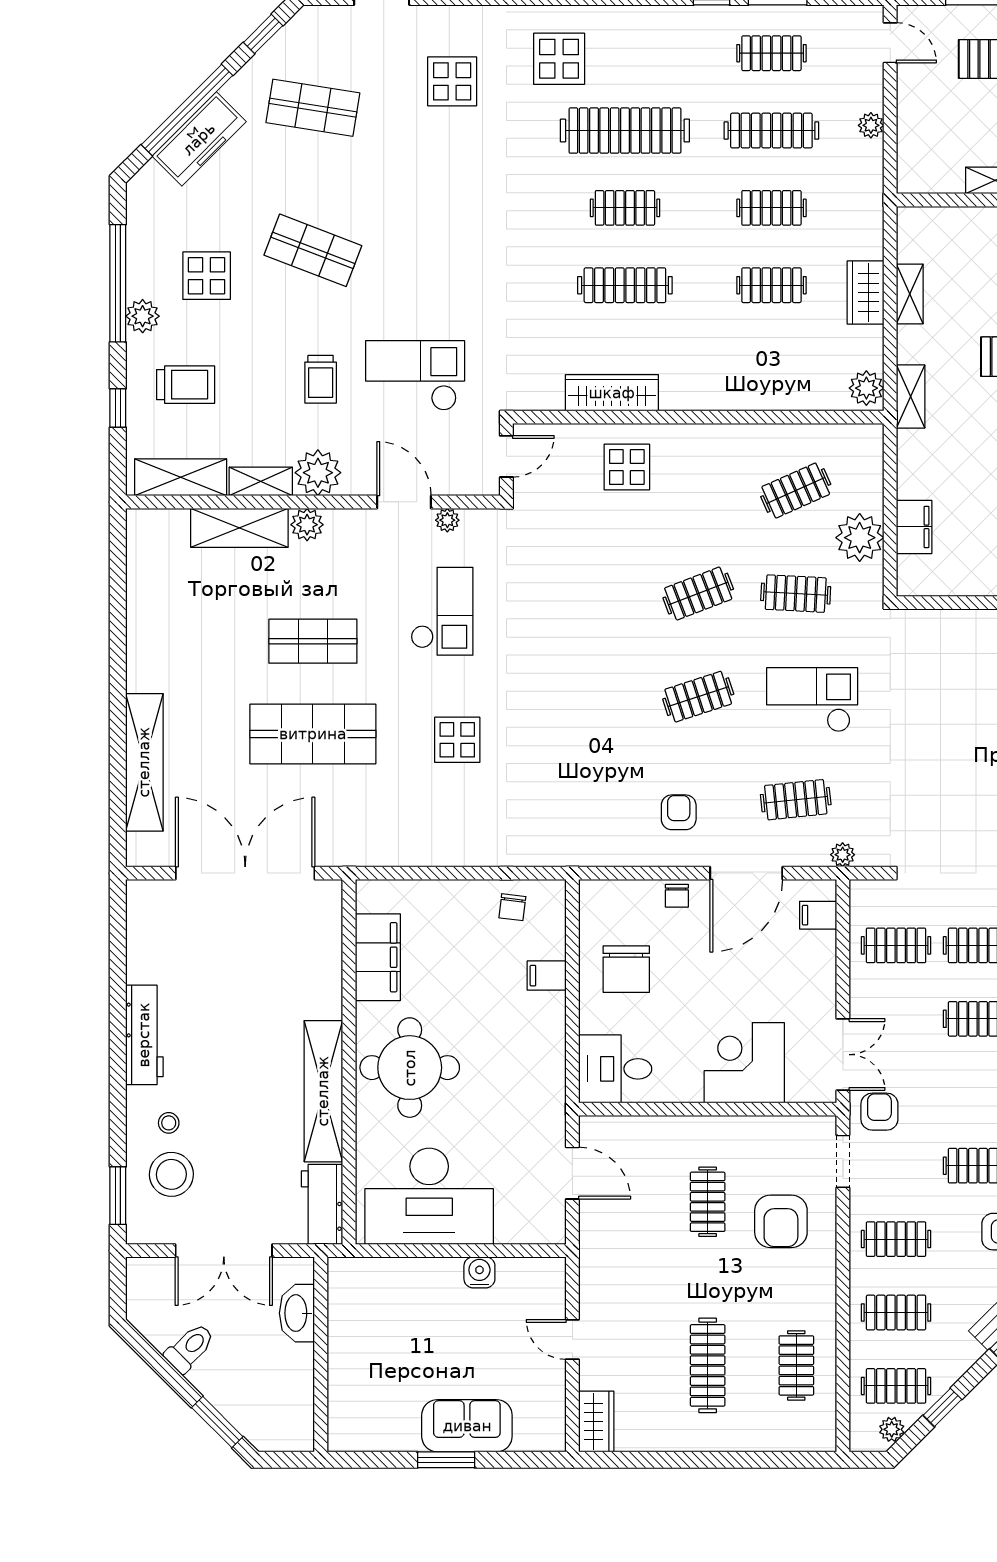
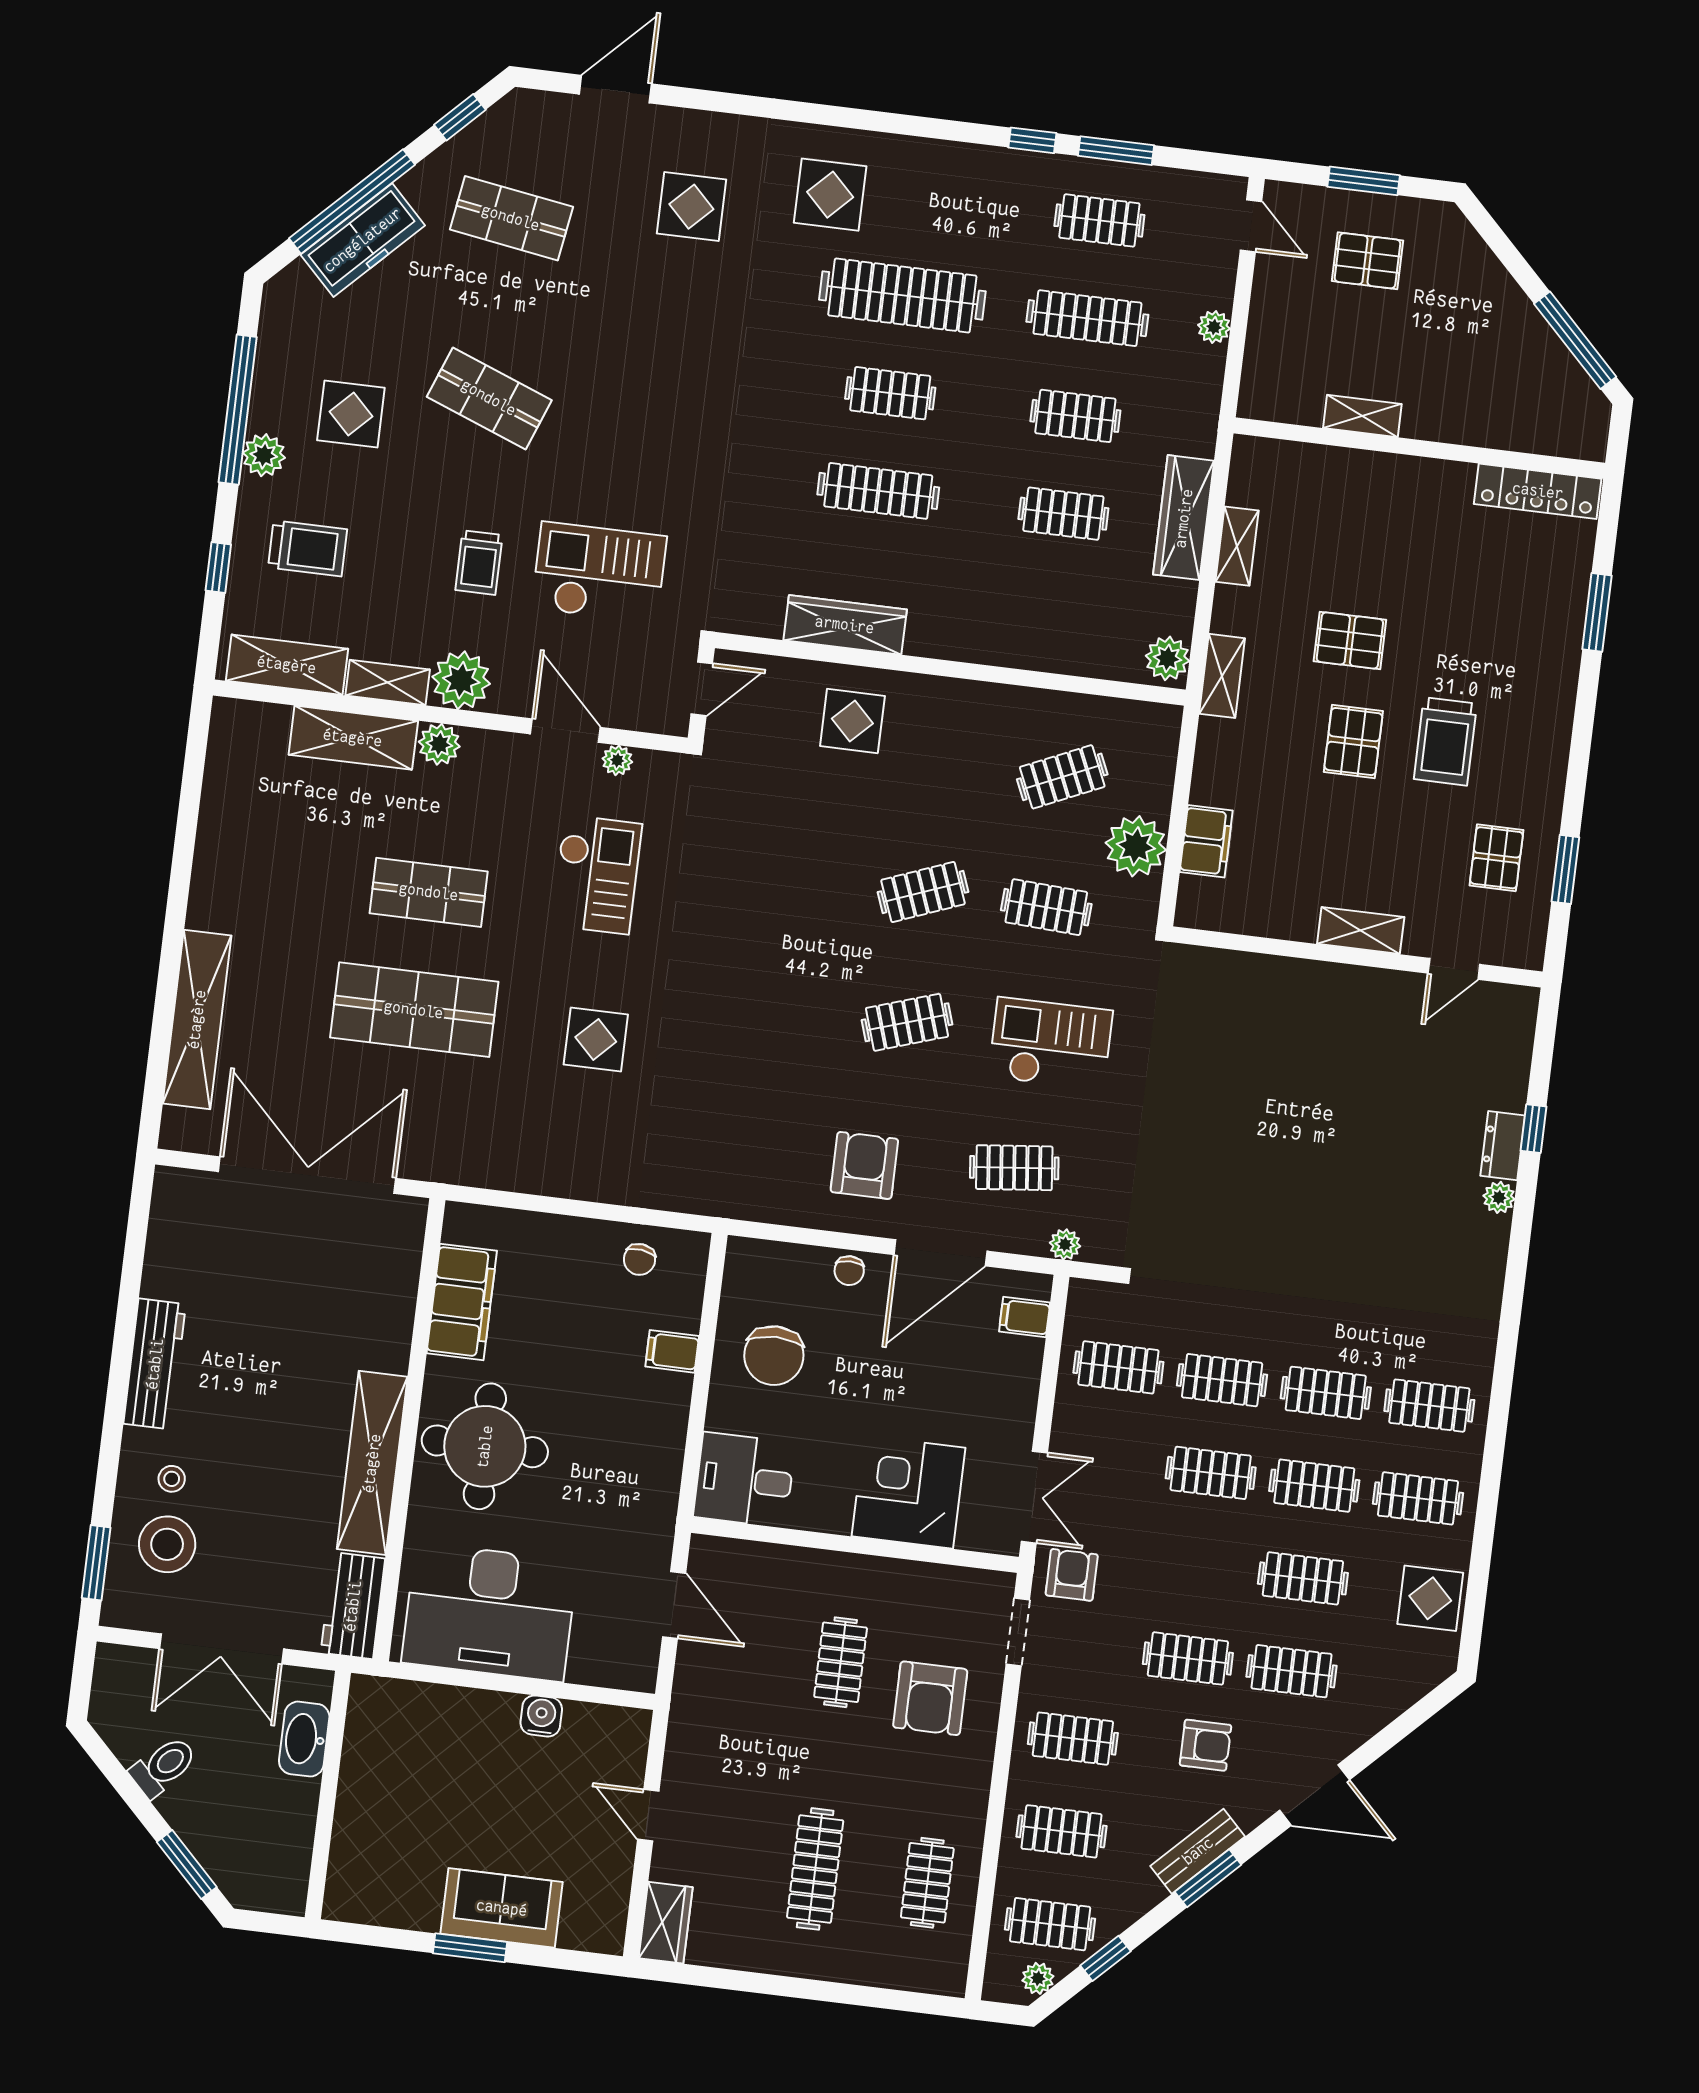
wardrobe: (865, 293) -> (1184, 518), width x1.50
armchair: (679, 812) -> (864, 1165), width x1.38, depth x1.38

